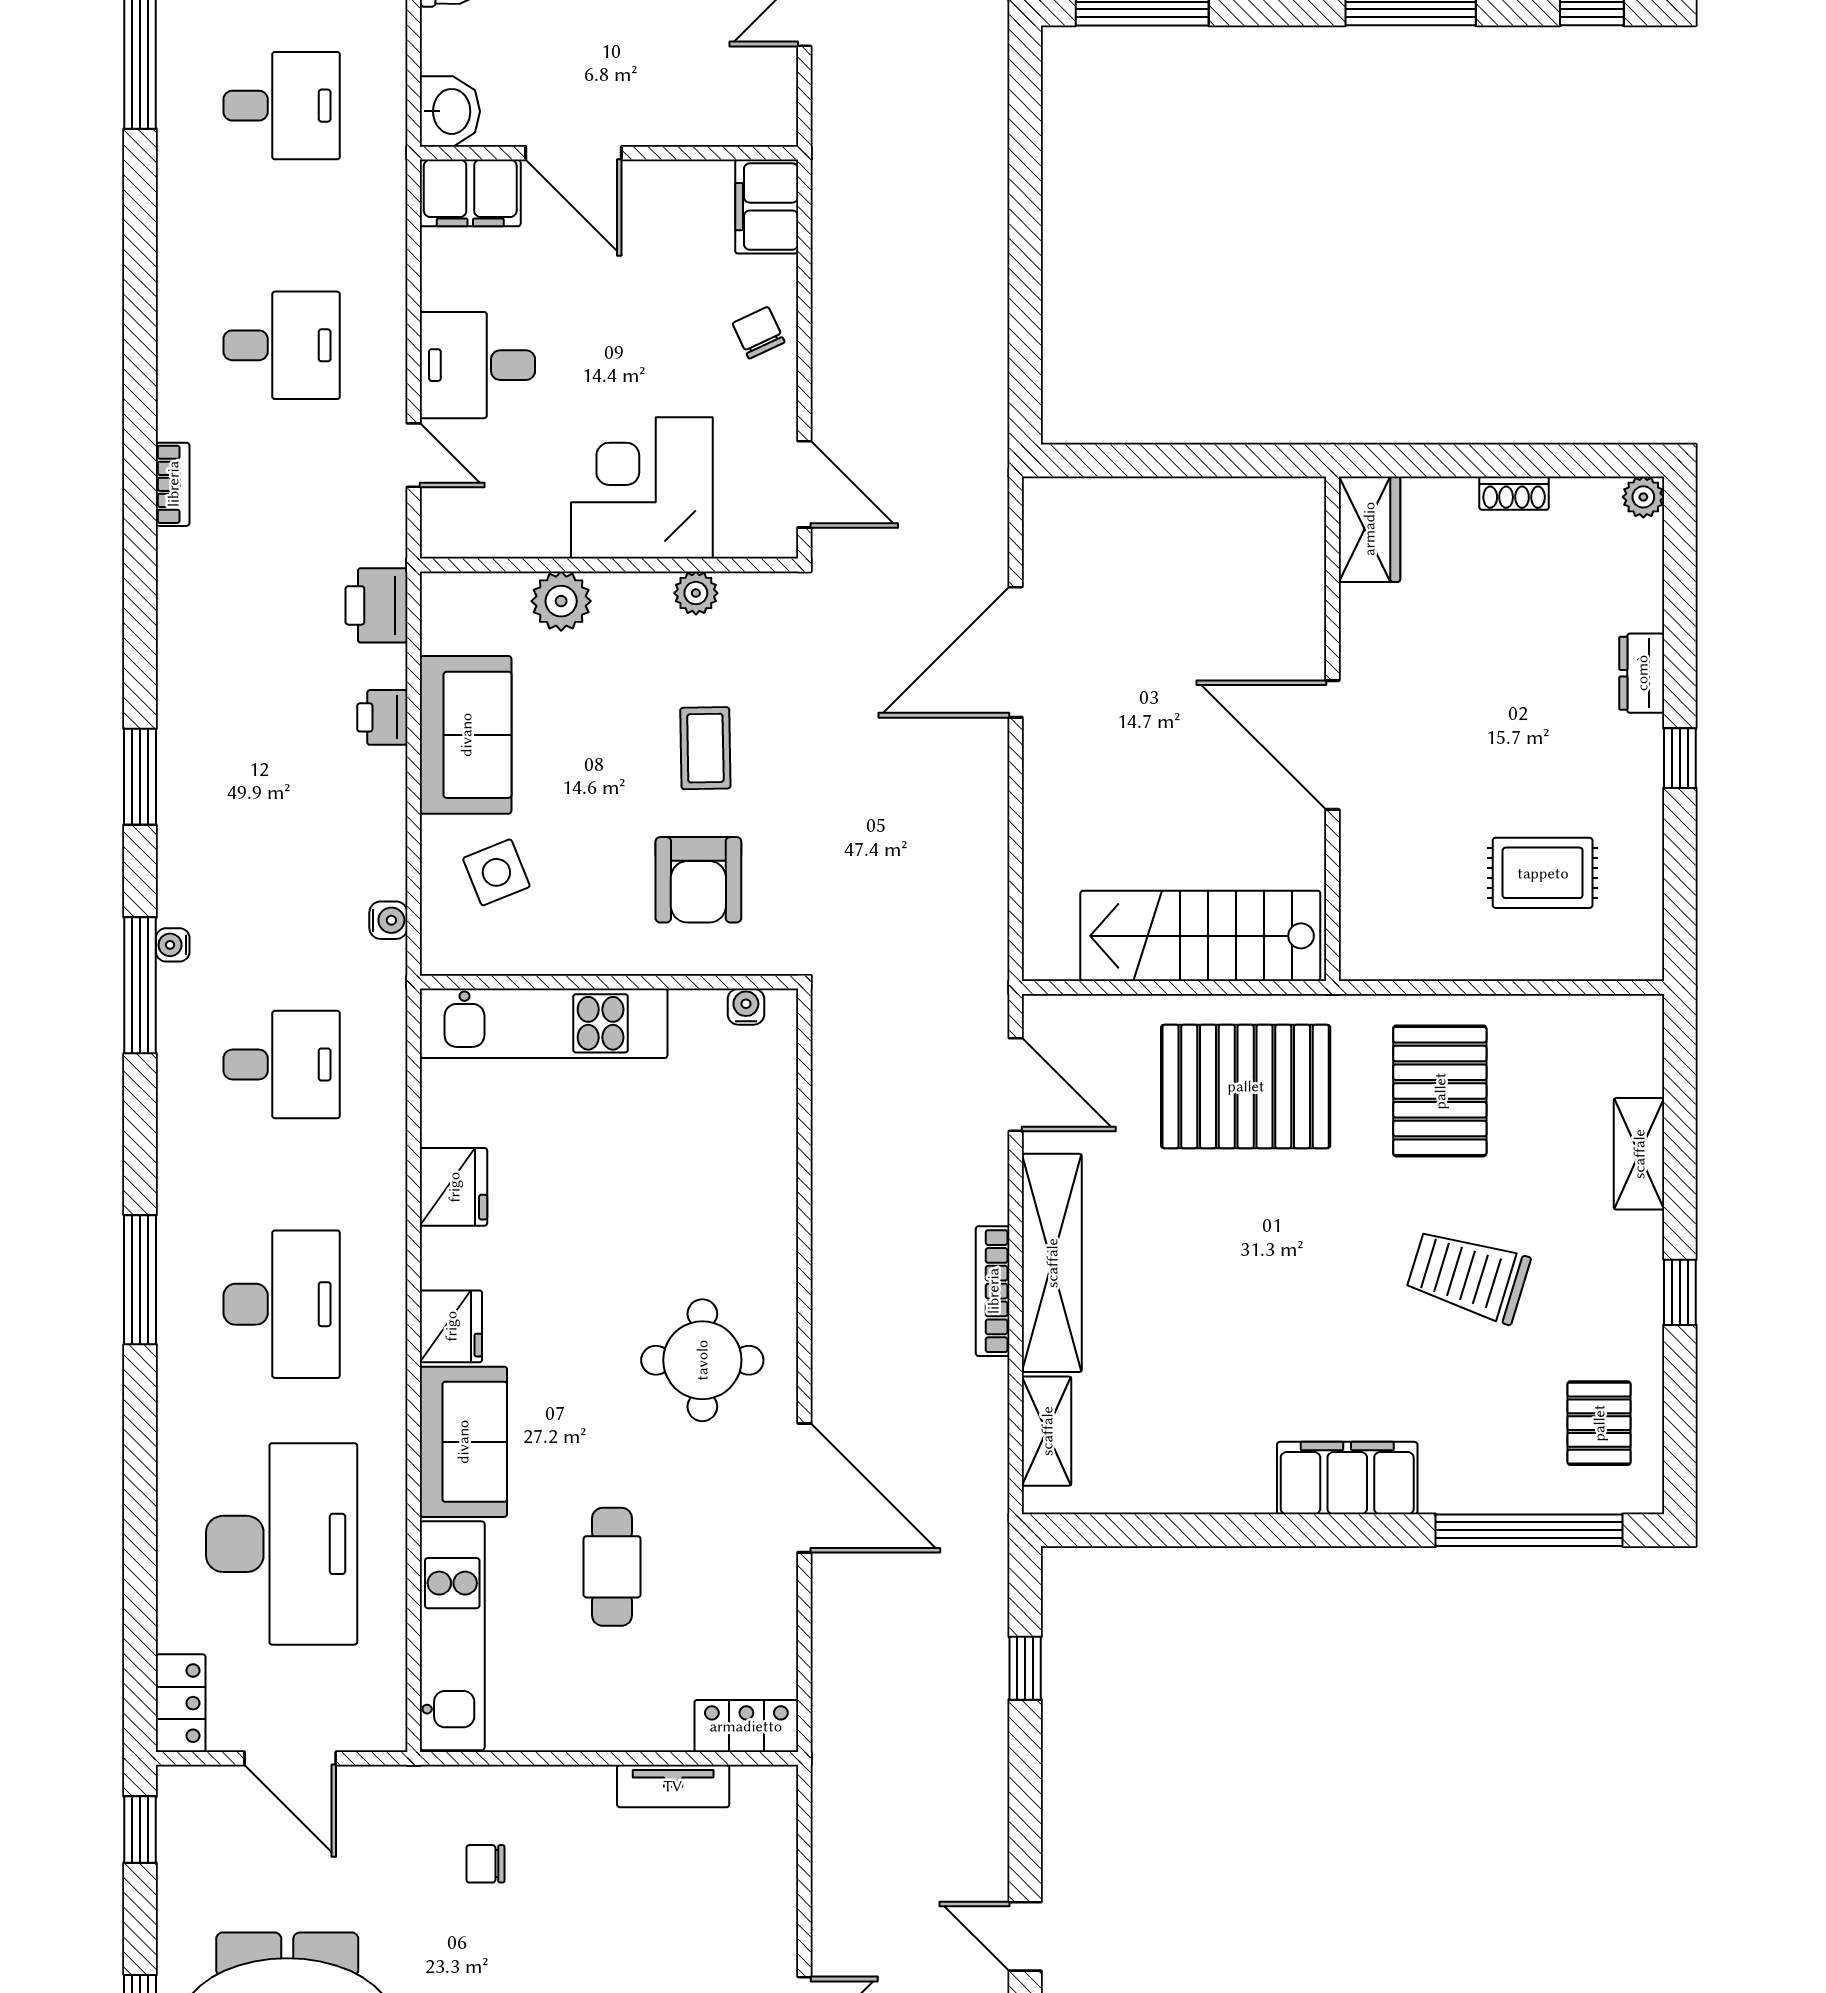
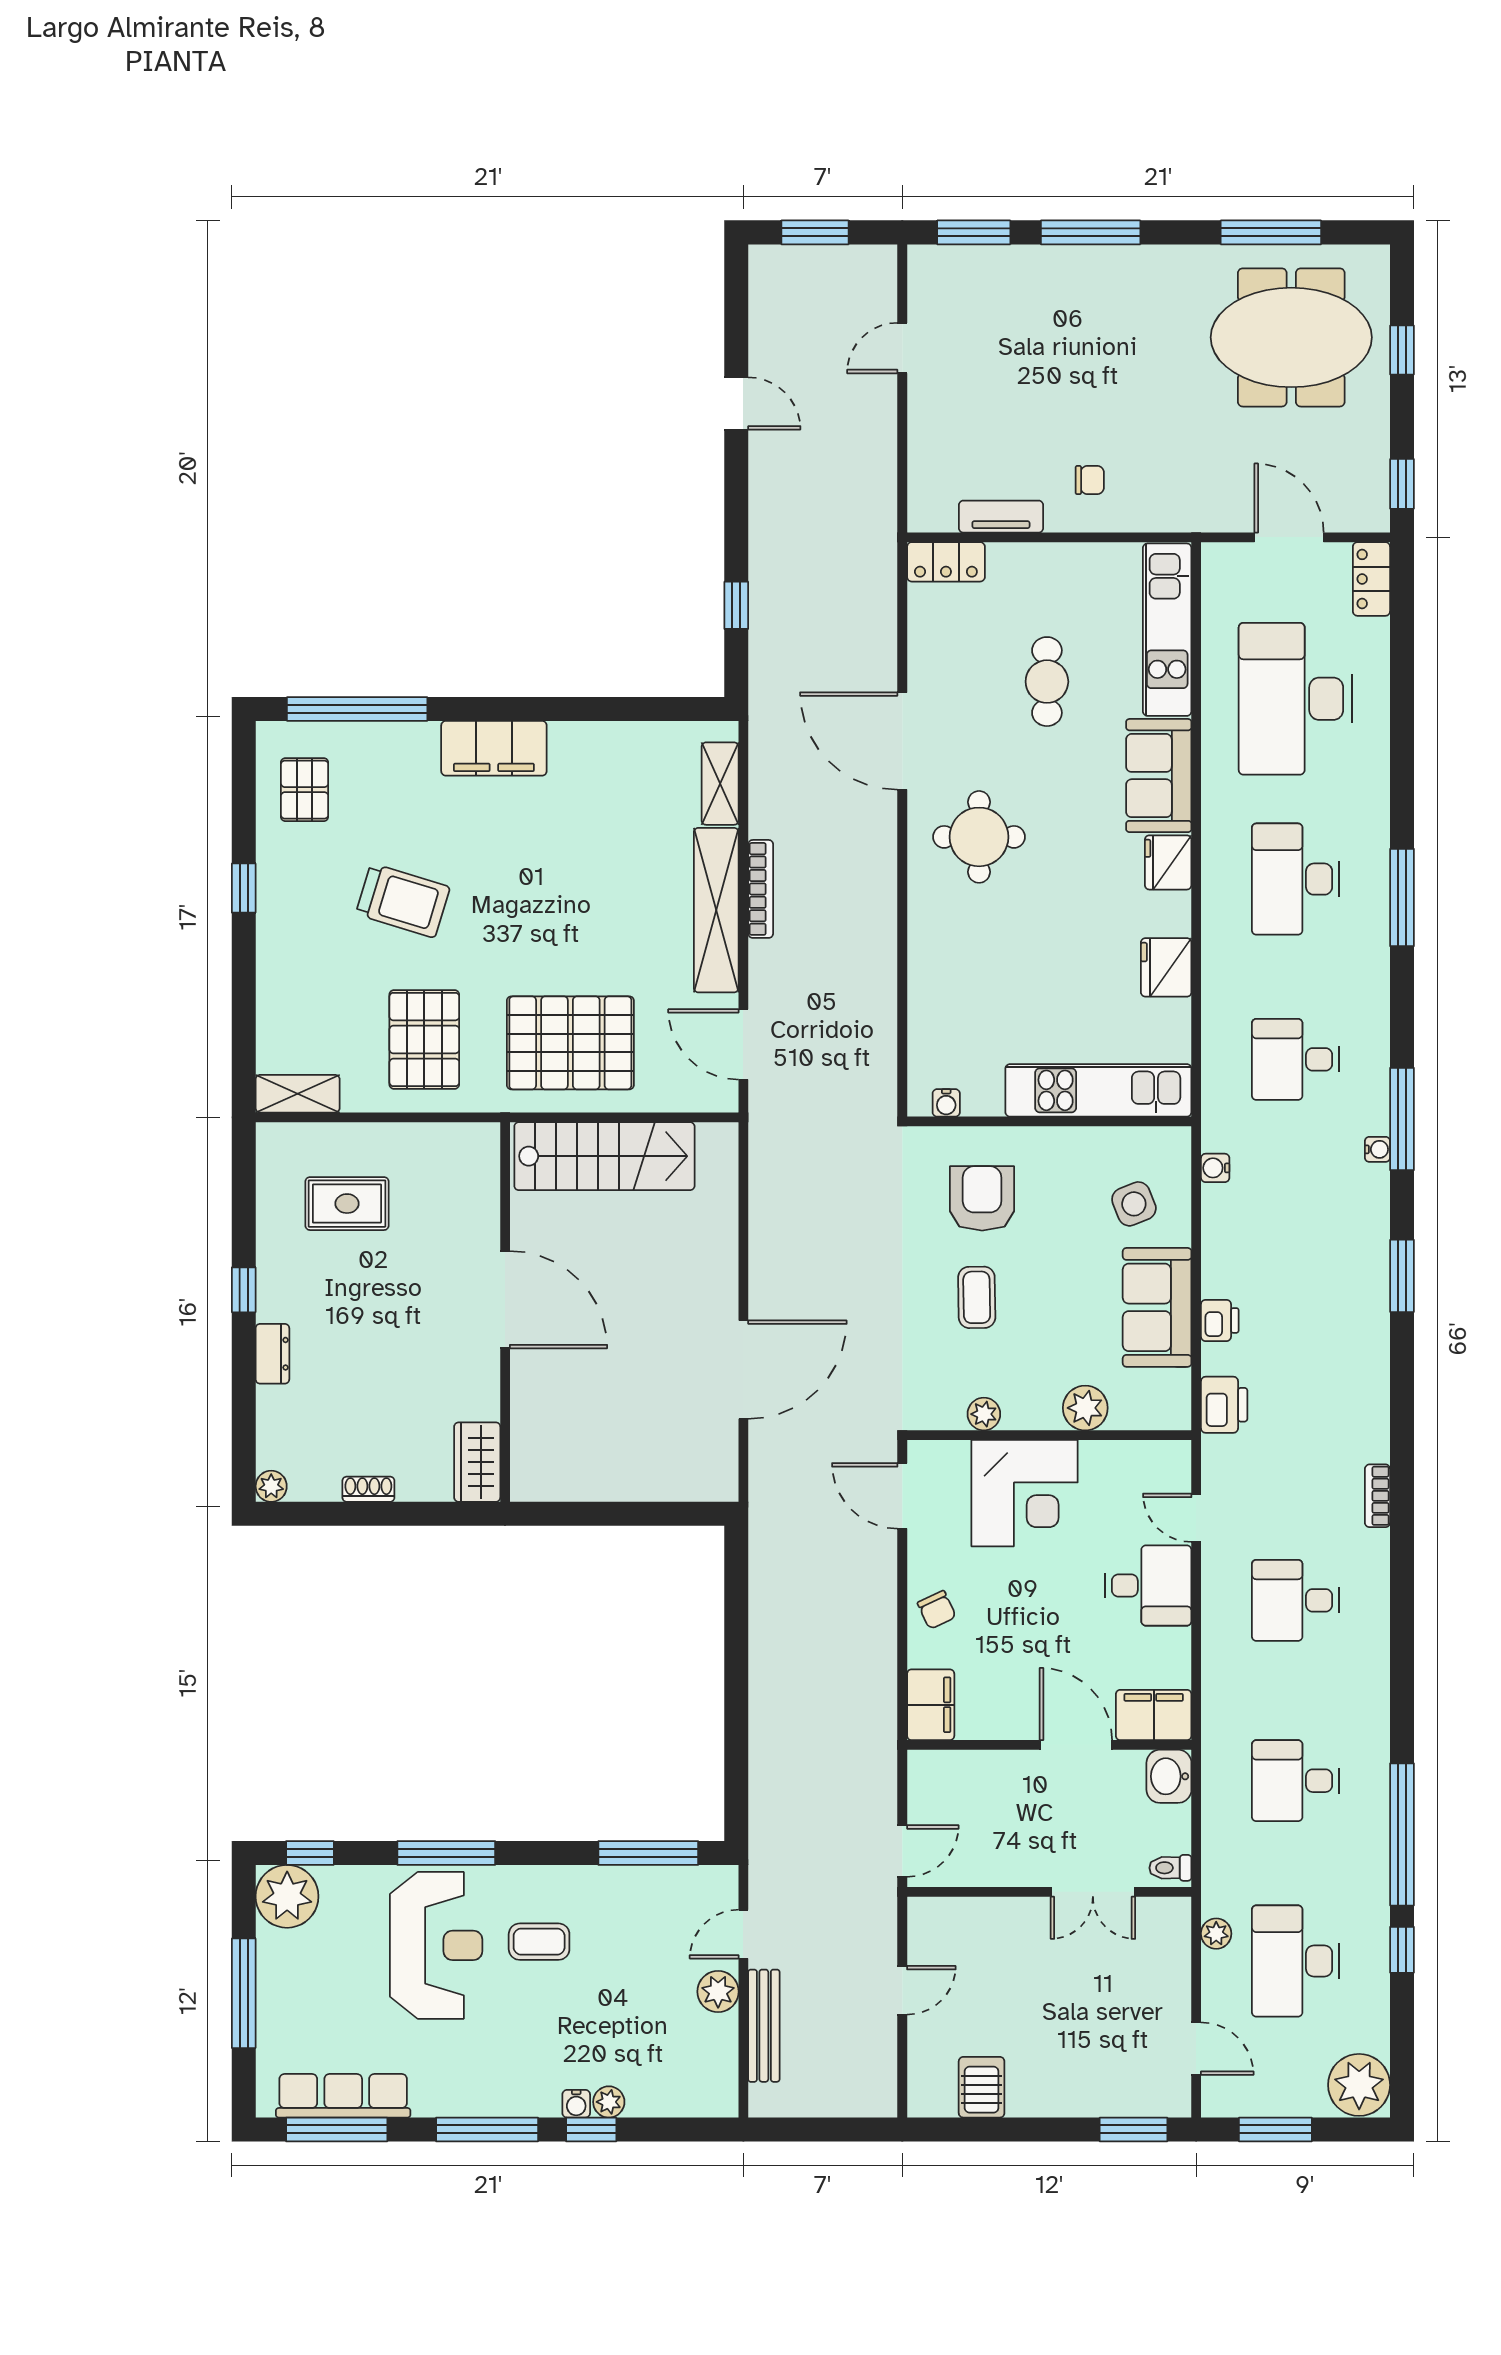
shelving: (1639, 1154) -> (298, 1094), moved, turned 90
chair: (485, 1864) -> (1090, 480), moved

